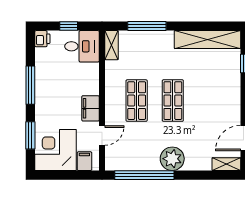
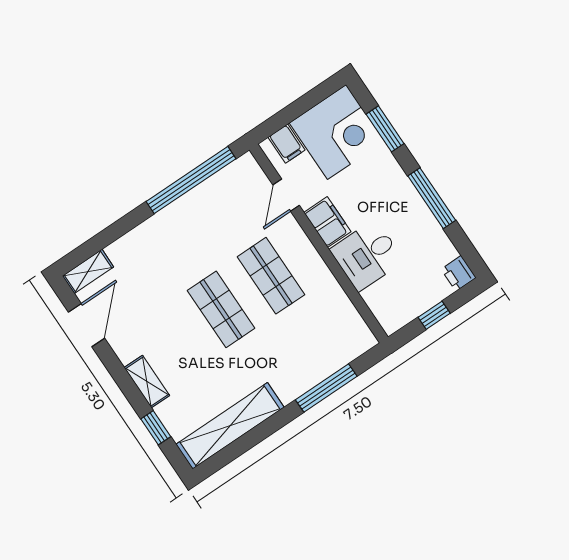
shelving: (112, 45) -> (147, 382), moved
desk: (82, 46) -> (367, 255), moved
plant: (172, 159) -> (168, 229), removed

